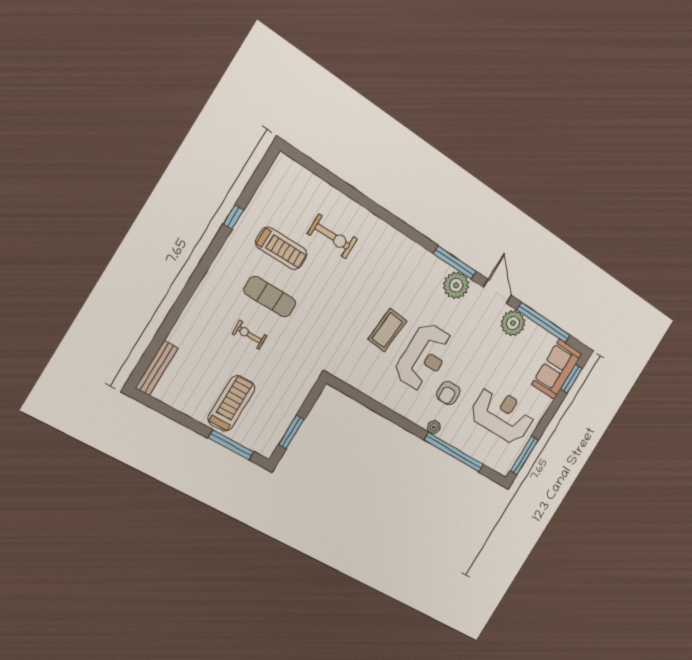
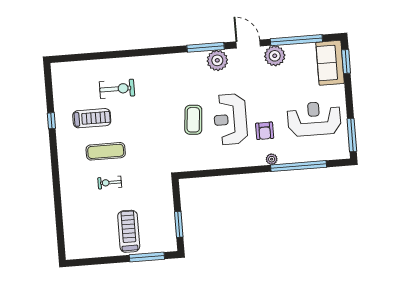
reception desk: (424, 357) -> (230, 119), turned 180
bench: (157, 368) -> (70, 240), removed

